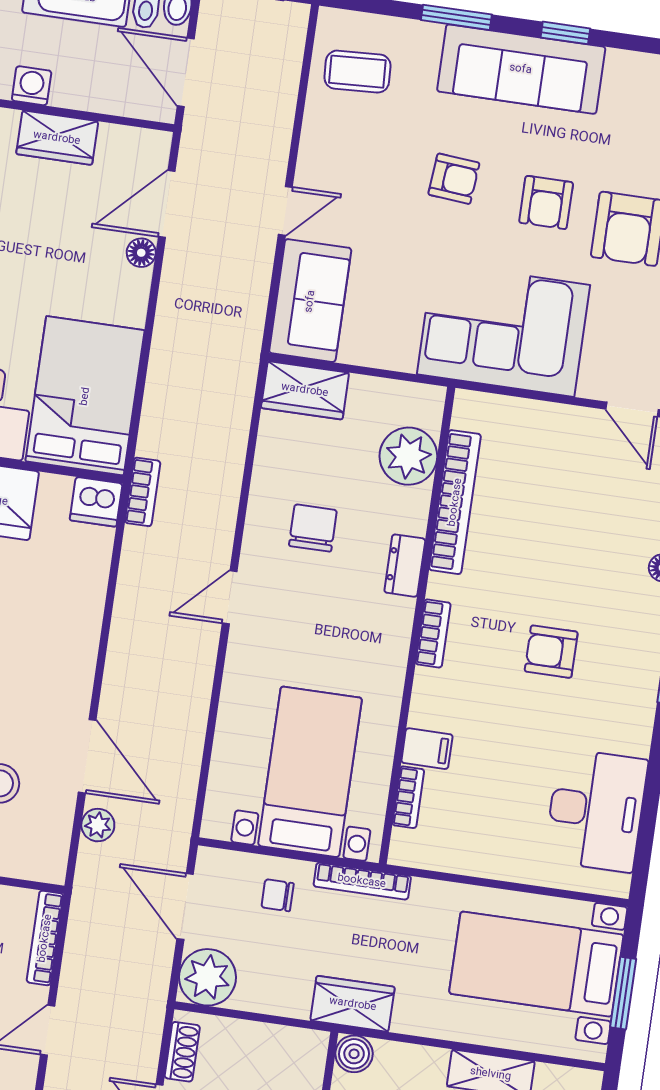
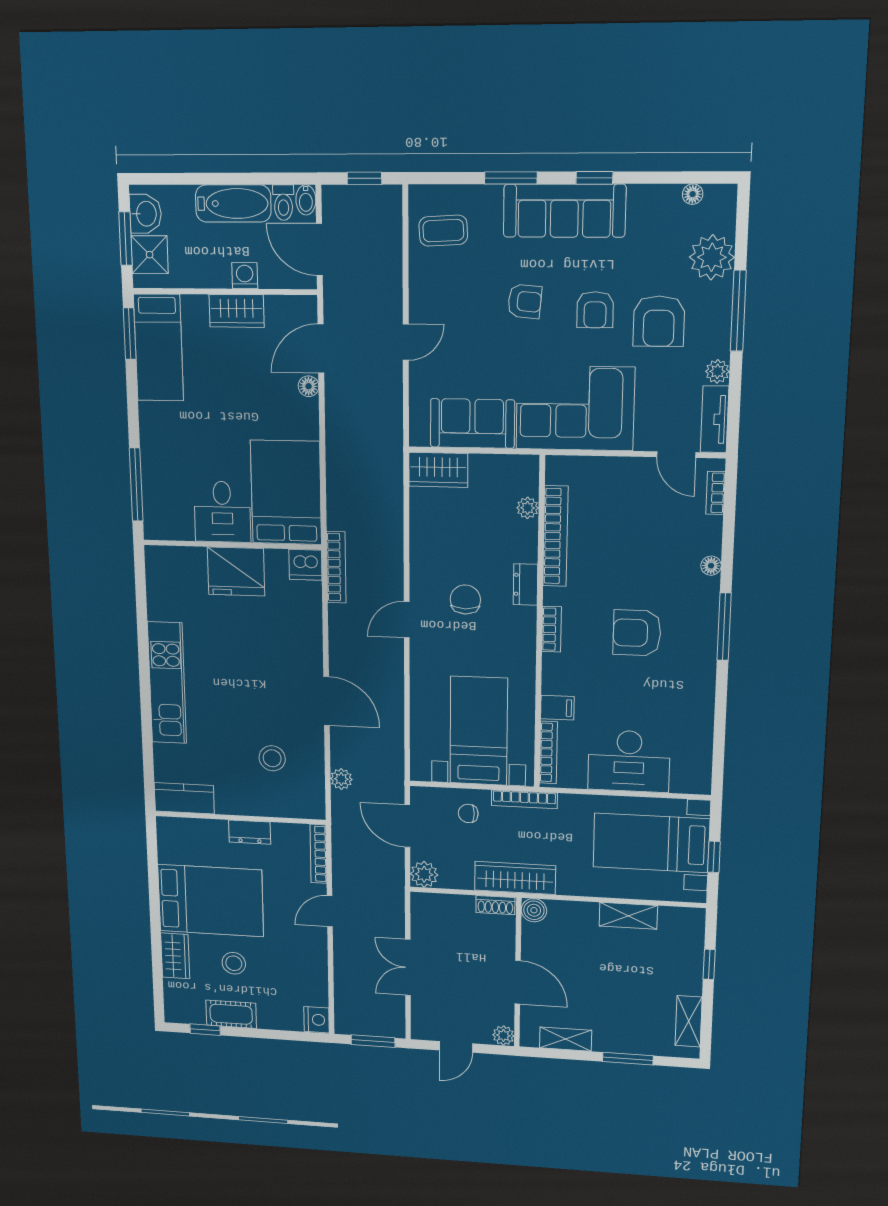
washing machine: (32, 86) -> (245, 276), moved
sofa: (310, 301) -> (472, 423), moved, turned -90
plant: (408, 456) -> (528, 508), width x0.53, depth x0.53
bookcase: (143, 492) -> (336, 567), width x1.56
chair: (313, 528) -> (465, 599), moved
armchair: (551, 652) -> (637, 633), width x1.38, depth x1.38
door: (87, 756) -> (326, 701), moved
bookcase: (408, 797) -> (548, 752), width x1.56
desk: (596, 810) -> (629, 761), moved, turned 90
plant: (208, 977) -> (424, 874), width x0.73, depth x0.73
window: (623, 993) -> (714, 857), width x0.67
wardrobe: (353, 1004) -> (515, 878), width x1.50
shoe rack: (182, 1052) -> (495, 905), moved, turned 90

